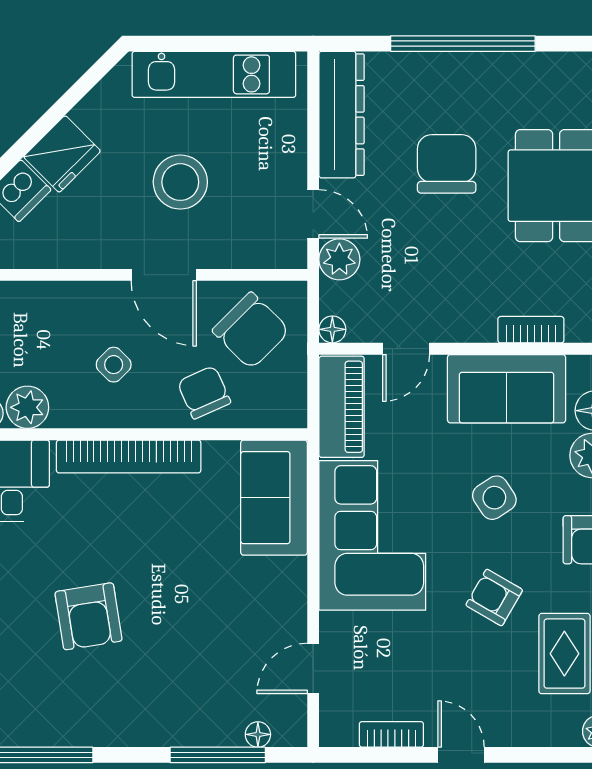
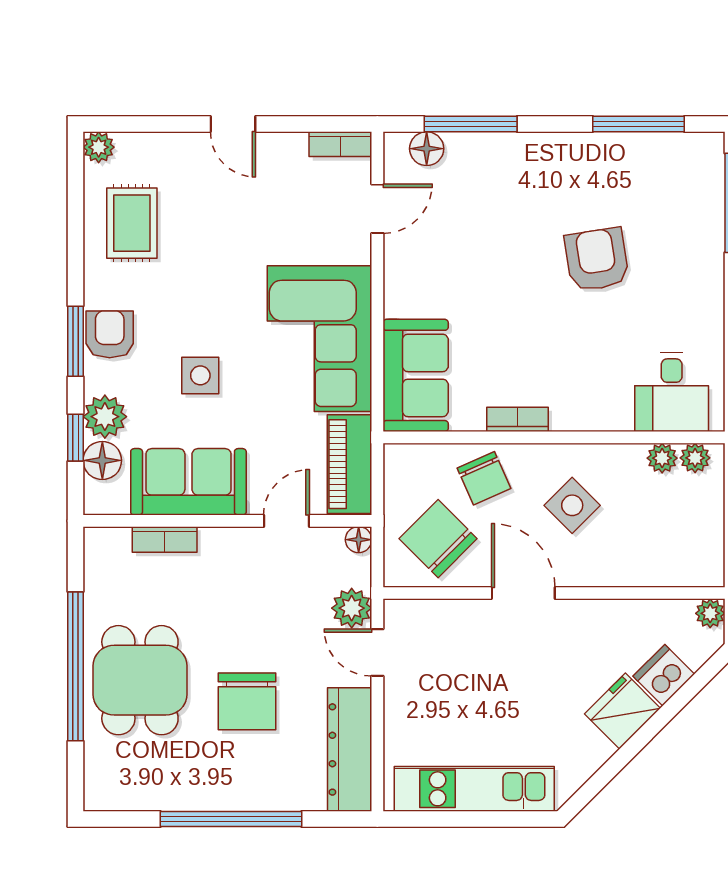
stool: (180, 182) -> (507, 684), removed
side table: (114, 365) -> (572, 505), width x1.37, depth x1.37
plant: (27, 407) -> (662, 458), width x0.73, depth x0.73
bookcase: (129, 456) -> (518, 419), width x0.43, depth x0.76
side table: (494, 498) -> (200, 375), turned 33
armchair: (494, 598) -> (201, 278), removed
floor lamp: (258, 734) -> (427, 149), width x1.37, depth x1.37
bookcase: (391, 734) -> (340, 144), moved

